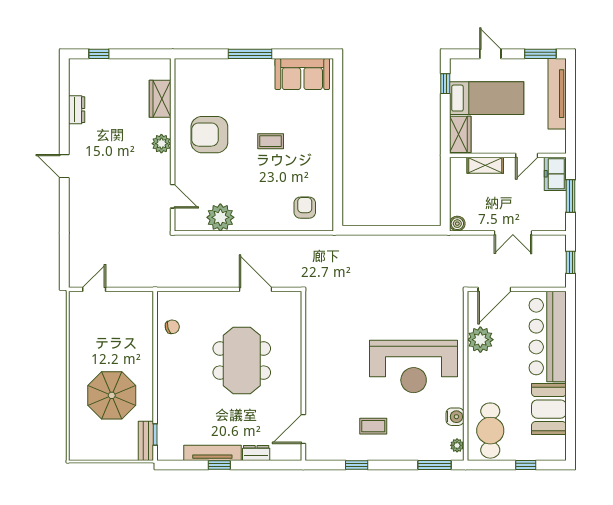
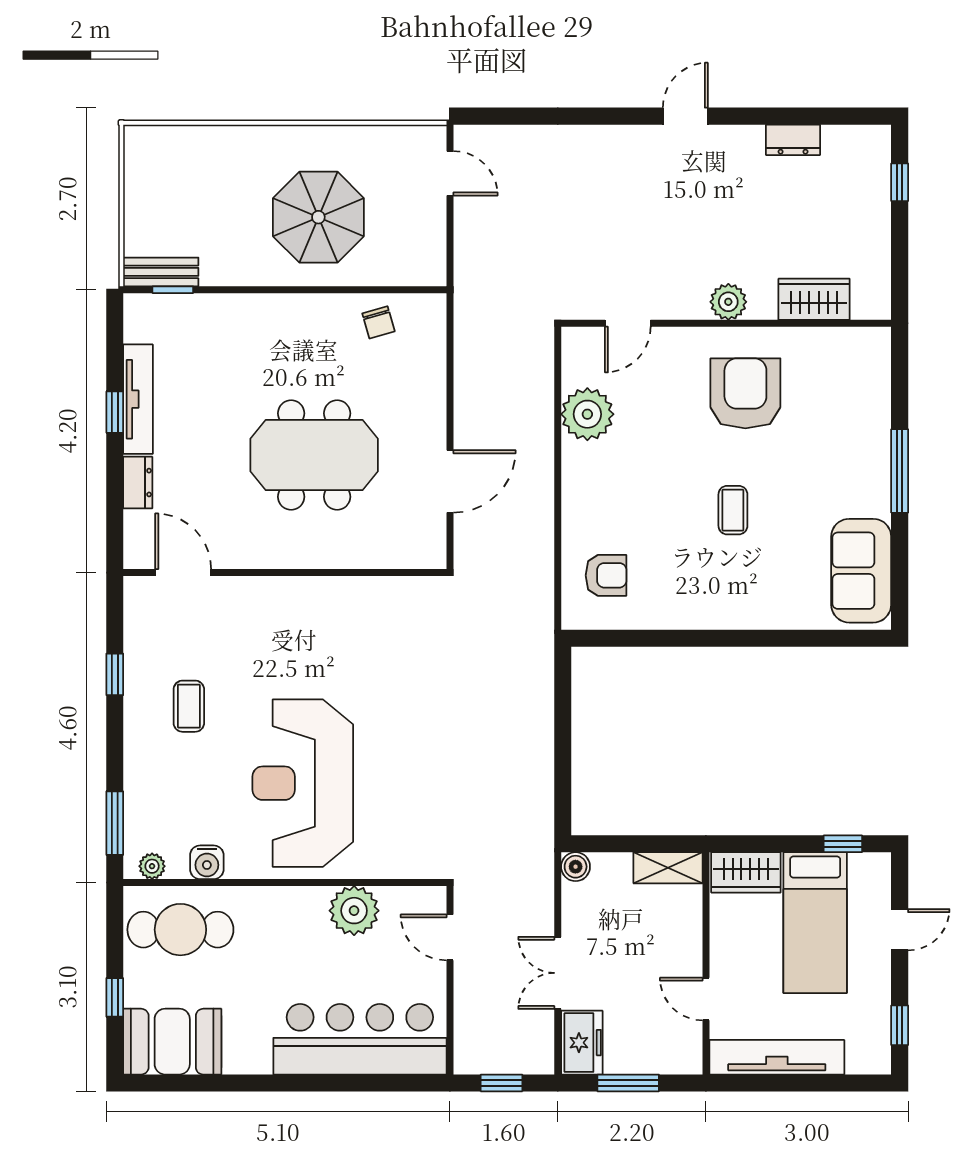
window: (540, 54) -> (900, 1025), width x0.67
tv unit: (557, 94) -> (777, 1057), moved
shelving: (485, 165) -> (668, 868), moved, turned 90
freezer: (555, 174) -> (582, 1043), moved, turned 90
door: (494, 289) -> (450, 937), width x0.73
parasol: (112, 395) -> (318, 217), moved
booth: (549, 409) -> (172, 1042), moved

